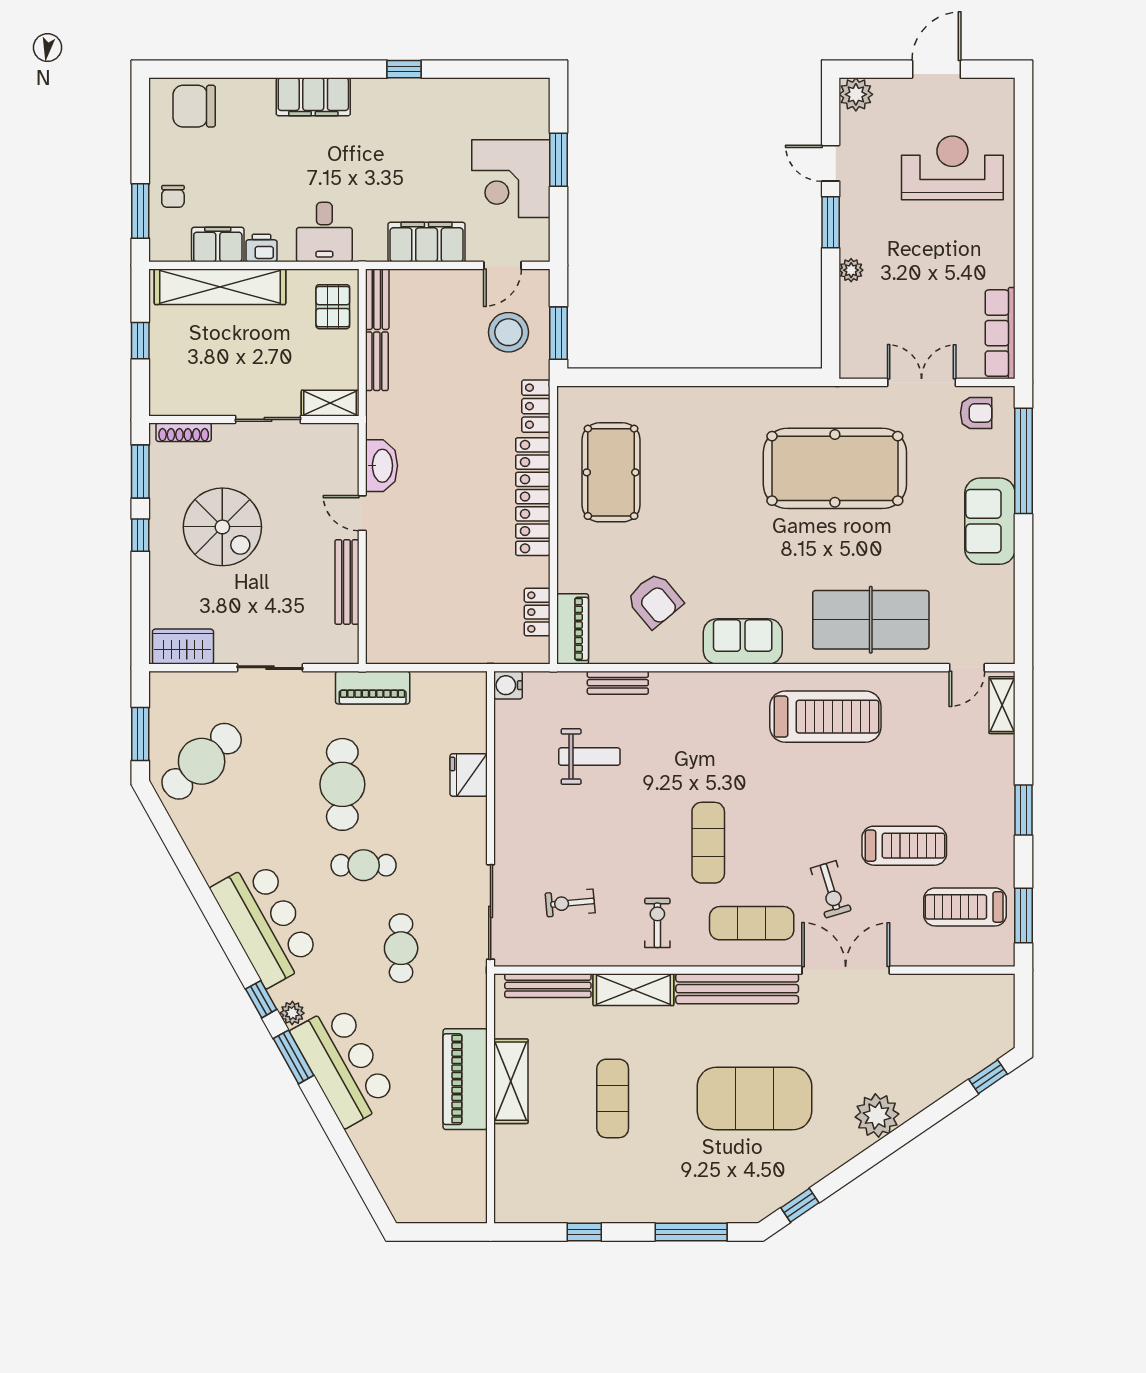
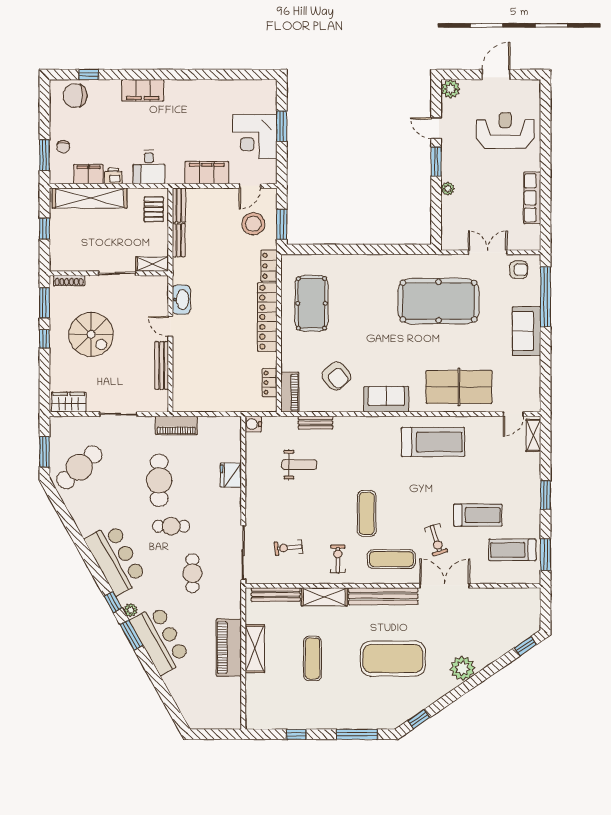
window: (404, 69) -> (89, 75), moved
row of seats: (1000, 333) -> (532, 198), moved

